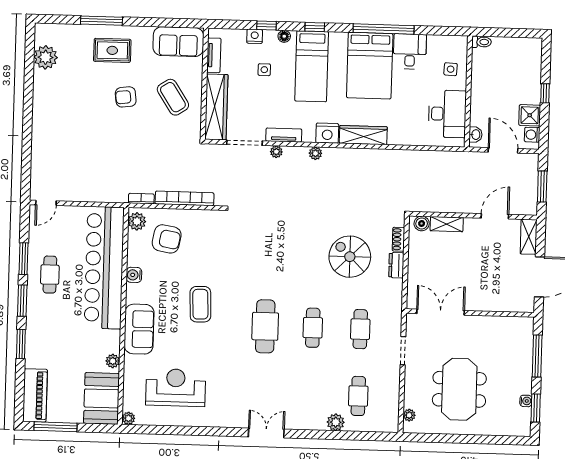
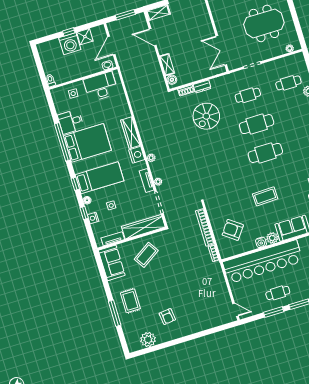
armchair: (126, 97) -> (167, 317), moved
washing machine: (532, 135) -> (70, 44), moved, width x1.89, depth x1.89
plant: (137, 221) -> (272, 238), moved
armchair: (167, 239) -> (233, 230), turned -64
cafe table: (313, 328) -> (257, 124), width x1.37, depth x1.35

